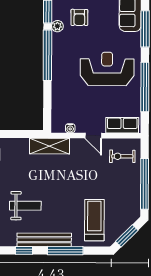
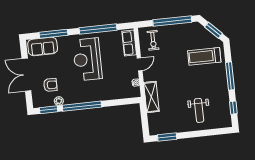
weight bench: (25, 206) -> (199, 110), turned 180
bench: (44, 240) -> (223, 93), removed

